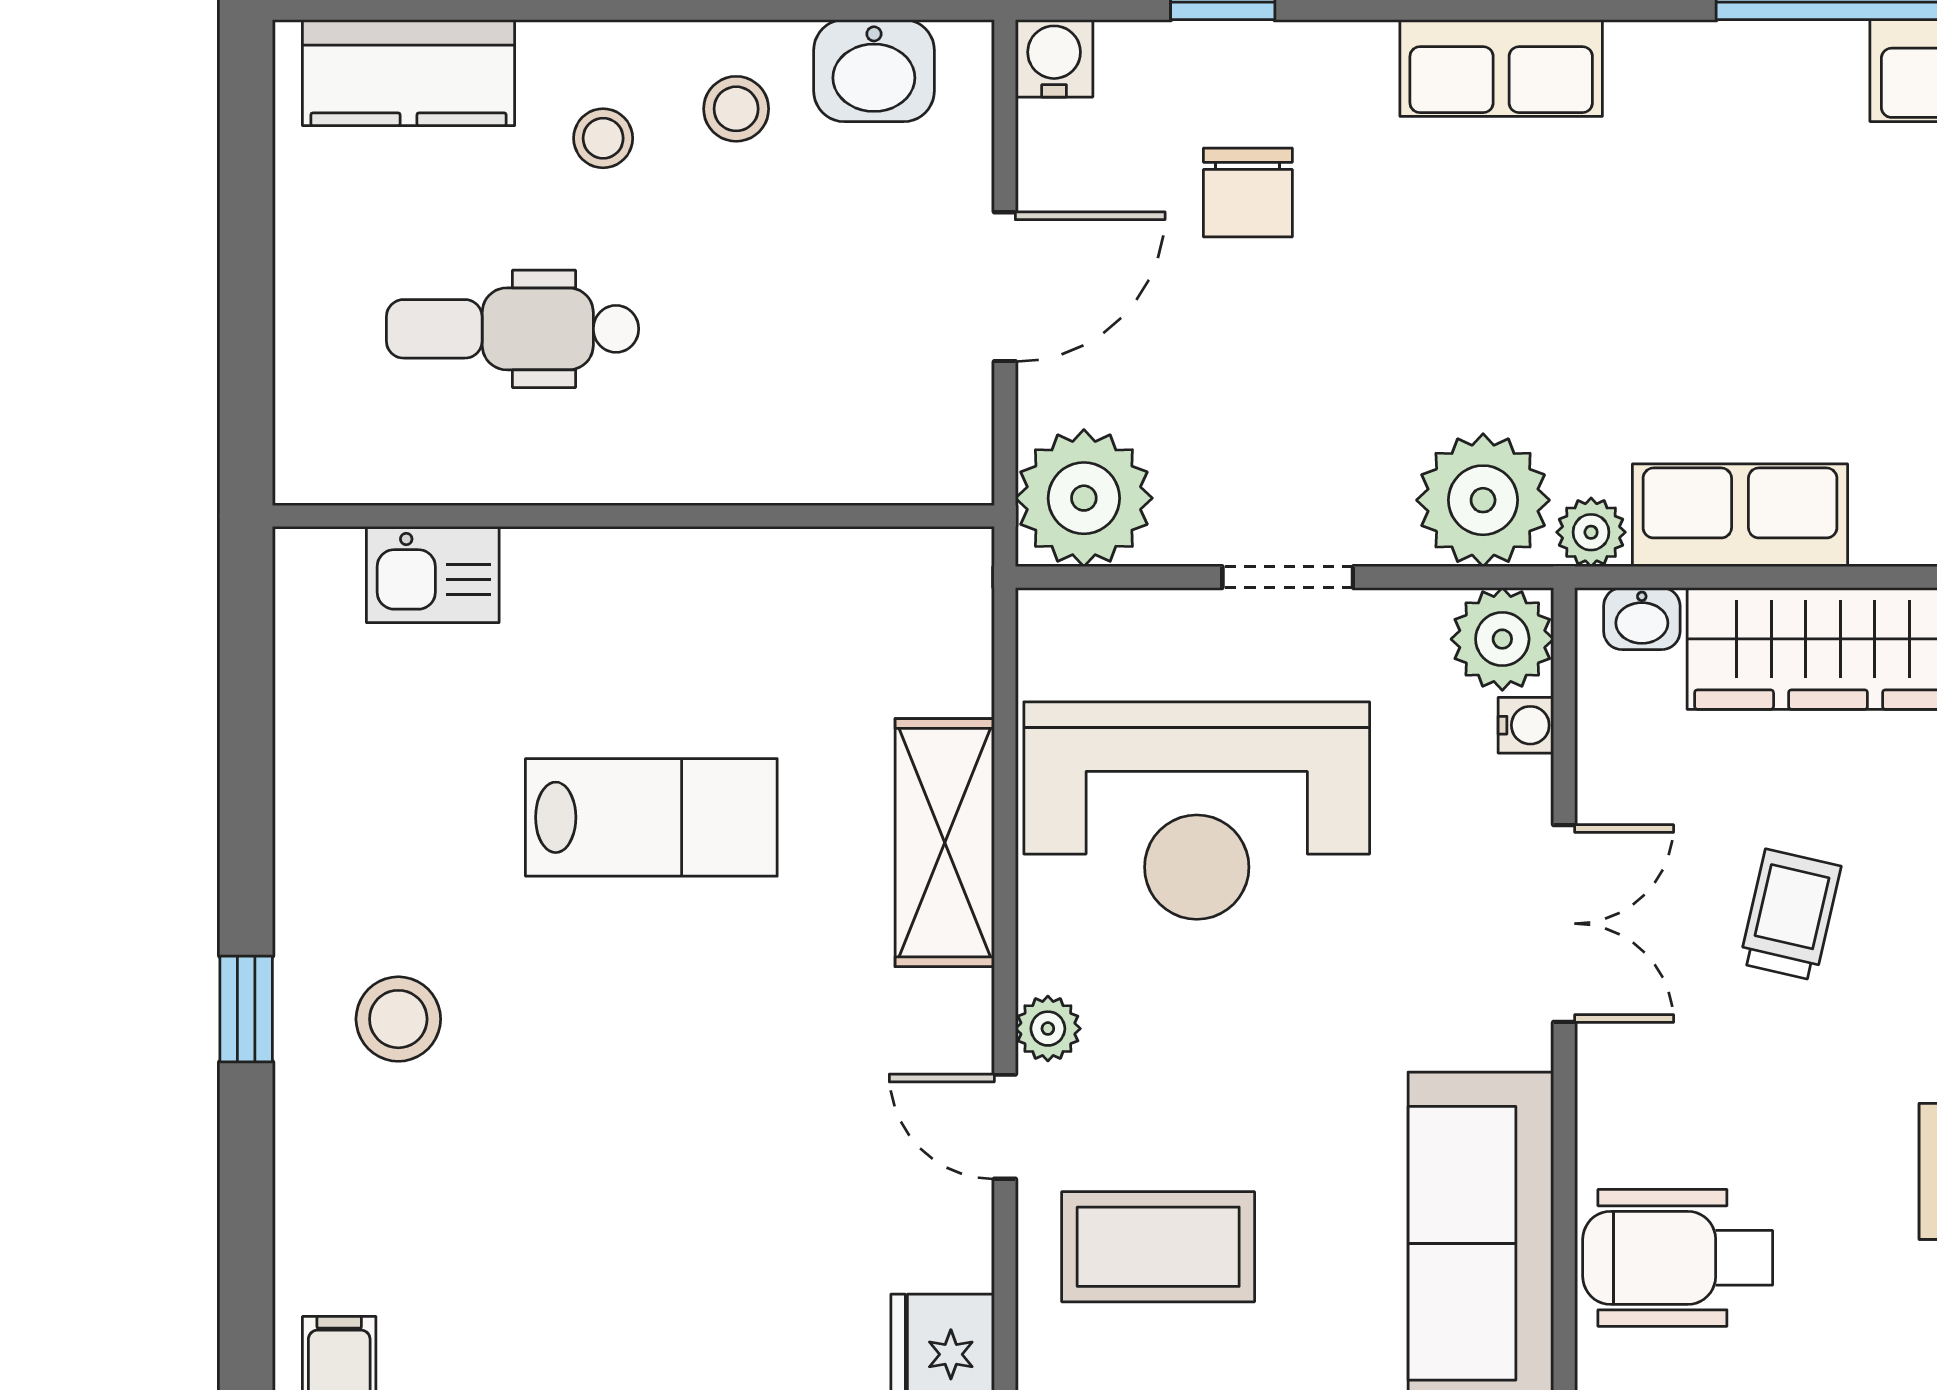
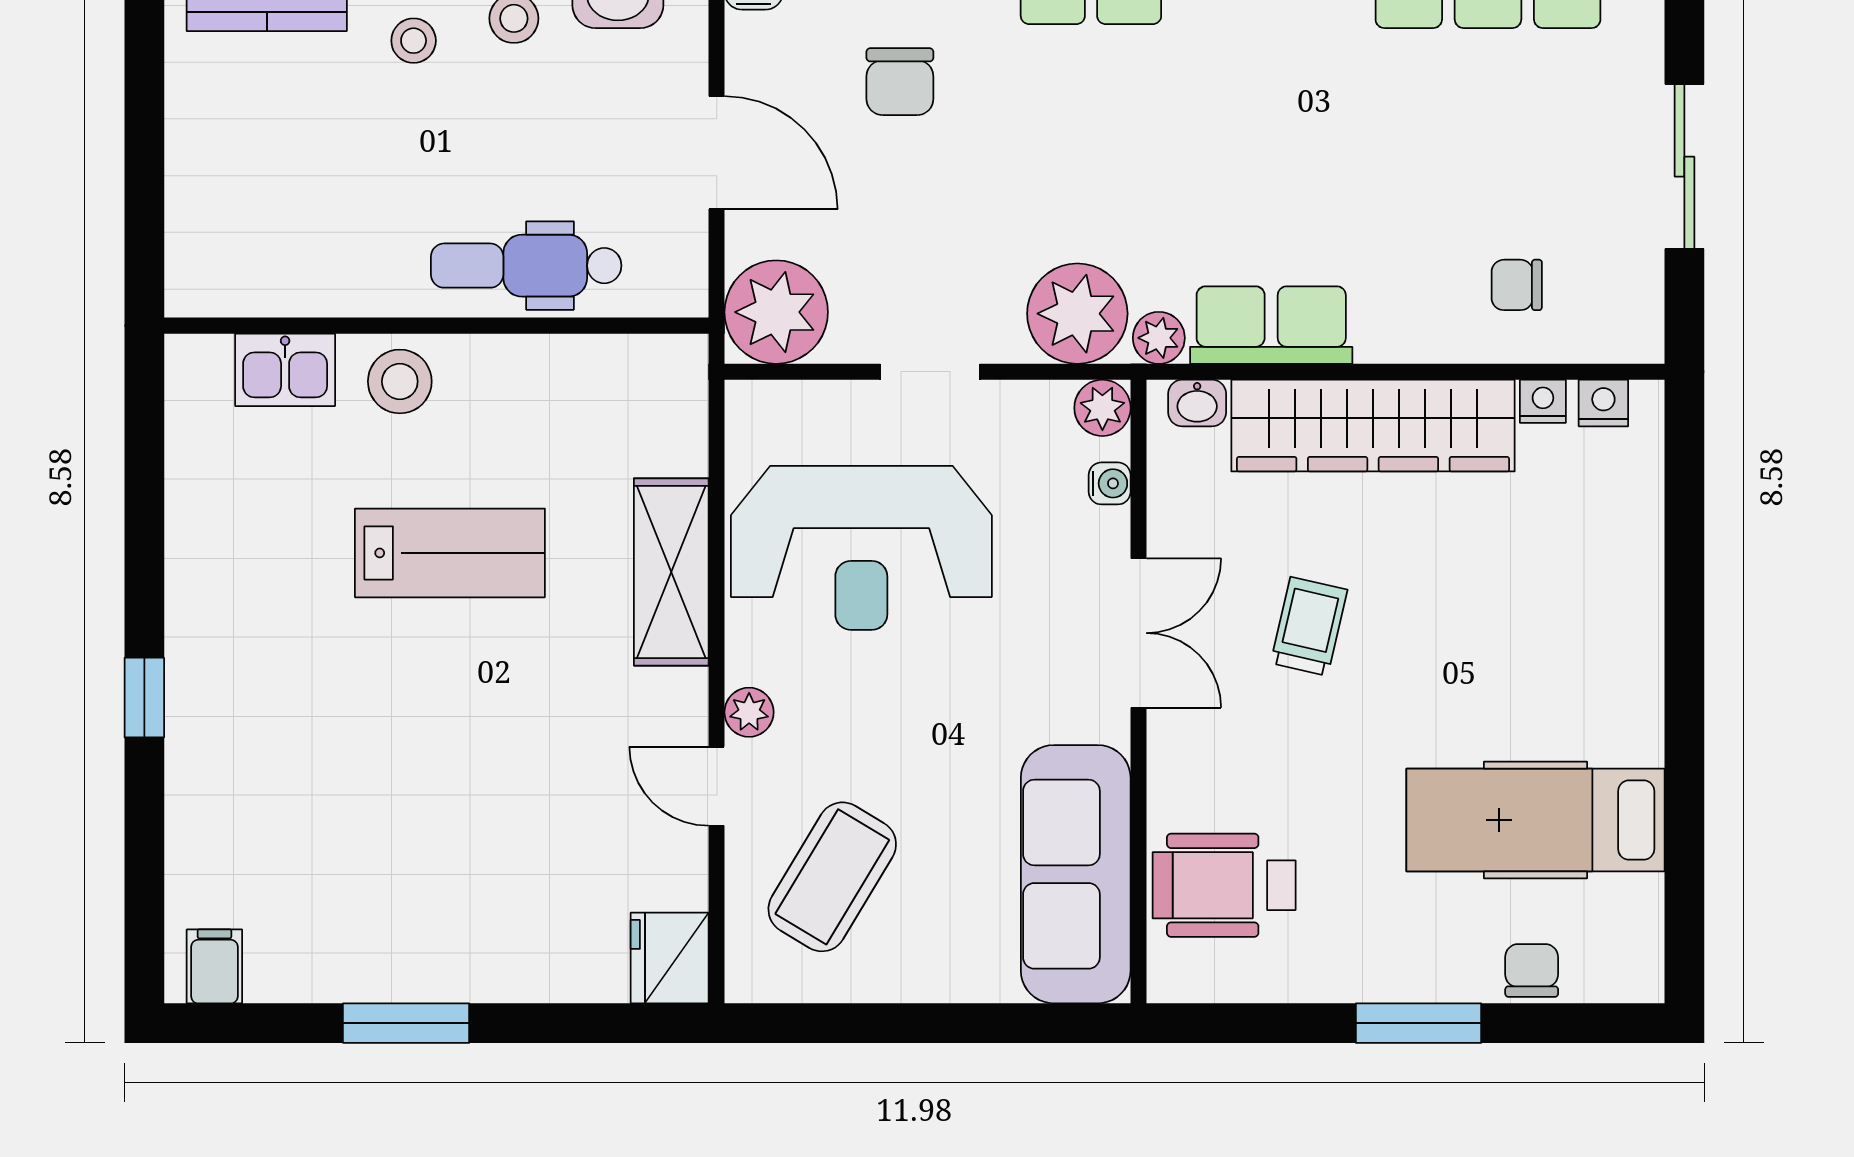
door: (1005, 287) -> (717, 153), hinge flipped
dental chair: (512, 329) -> (526, 266), moved
plant: (1502, 639) -> (1102, 408), width x0.73, depth x0.73
stool: (398, 1019) -> (400, 381), moved
coffee table: (1158, 1247) -> (832, 877), turned -59

